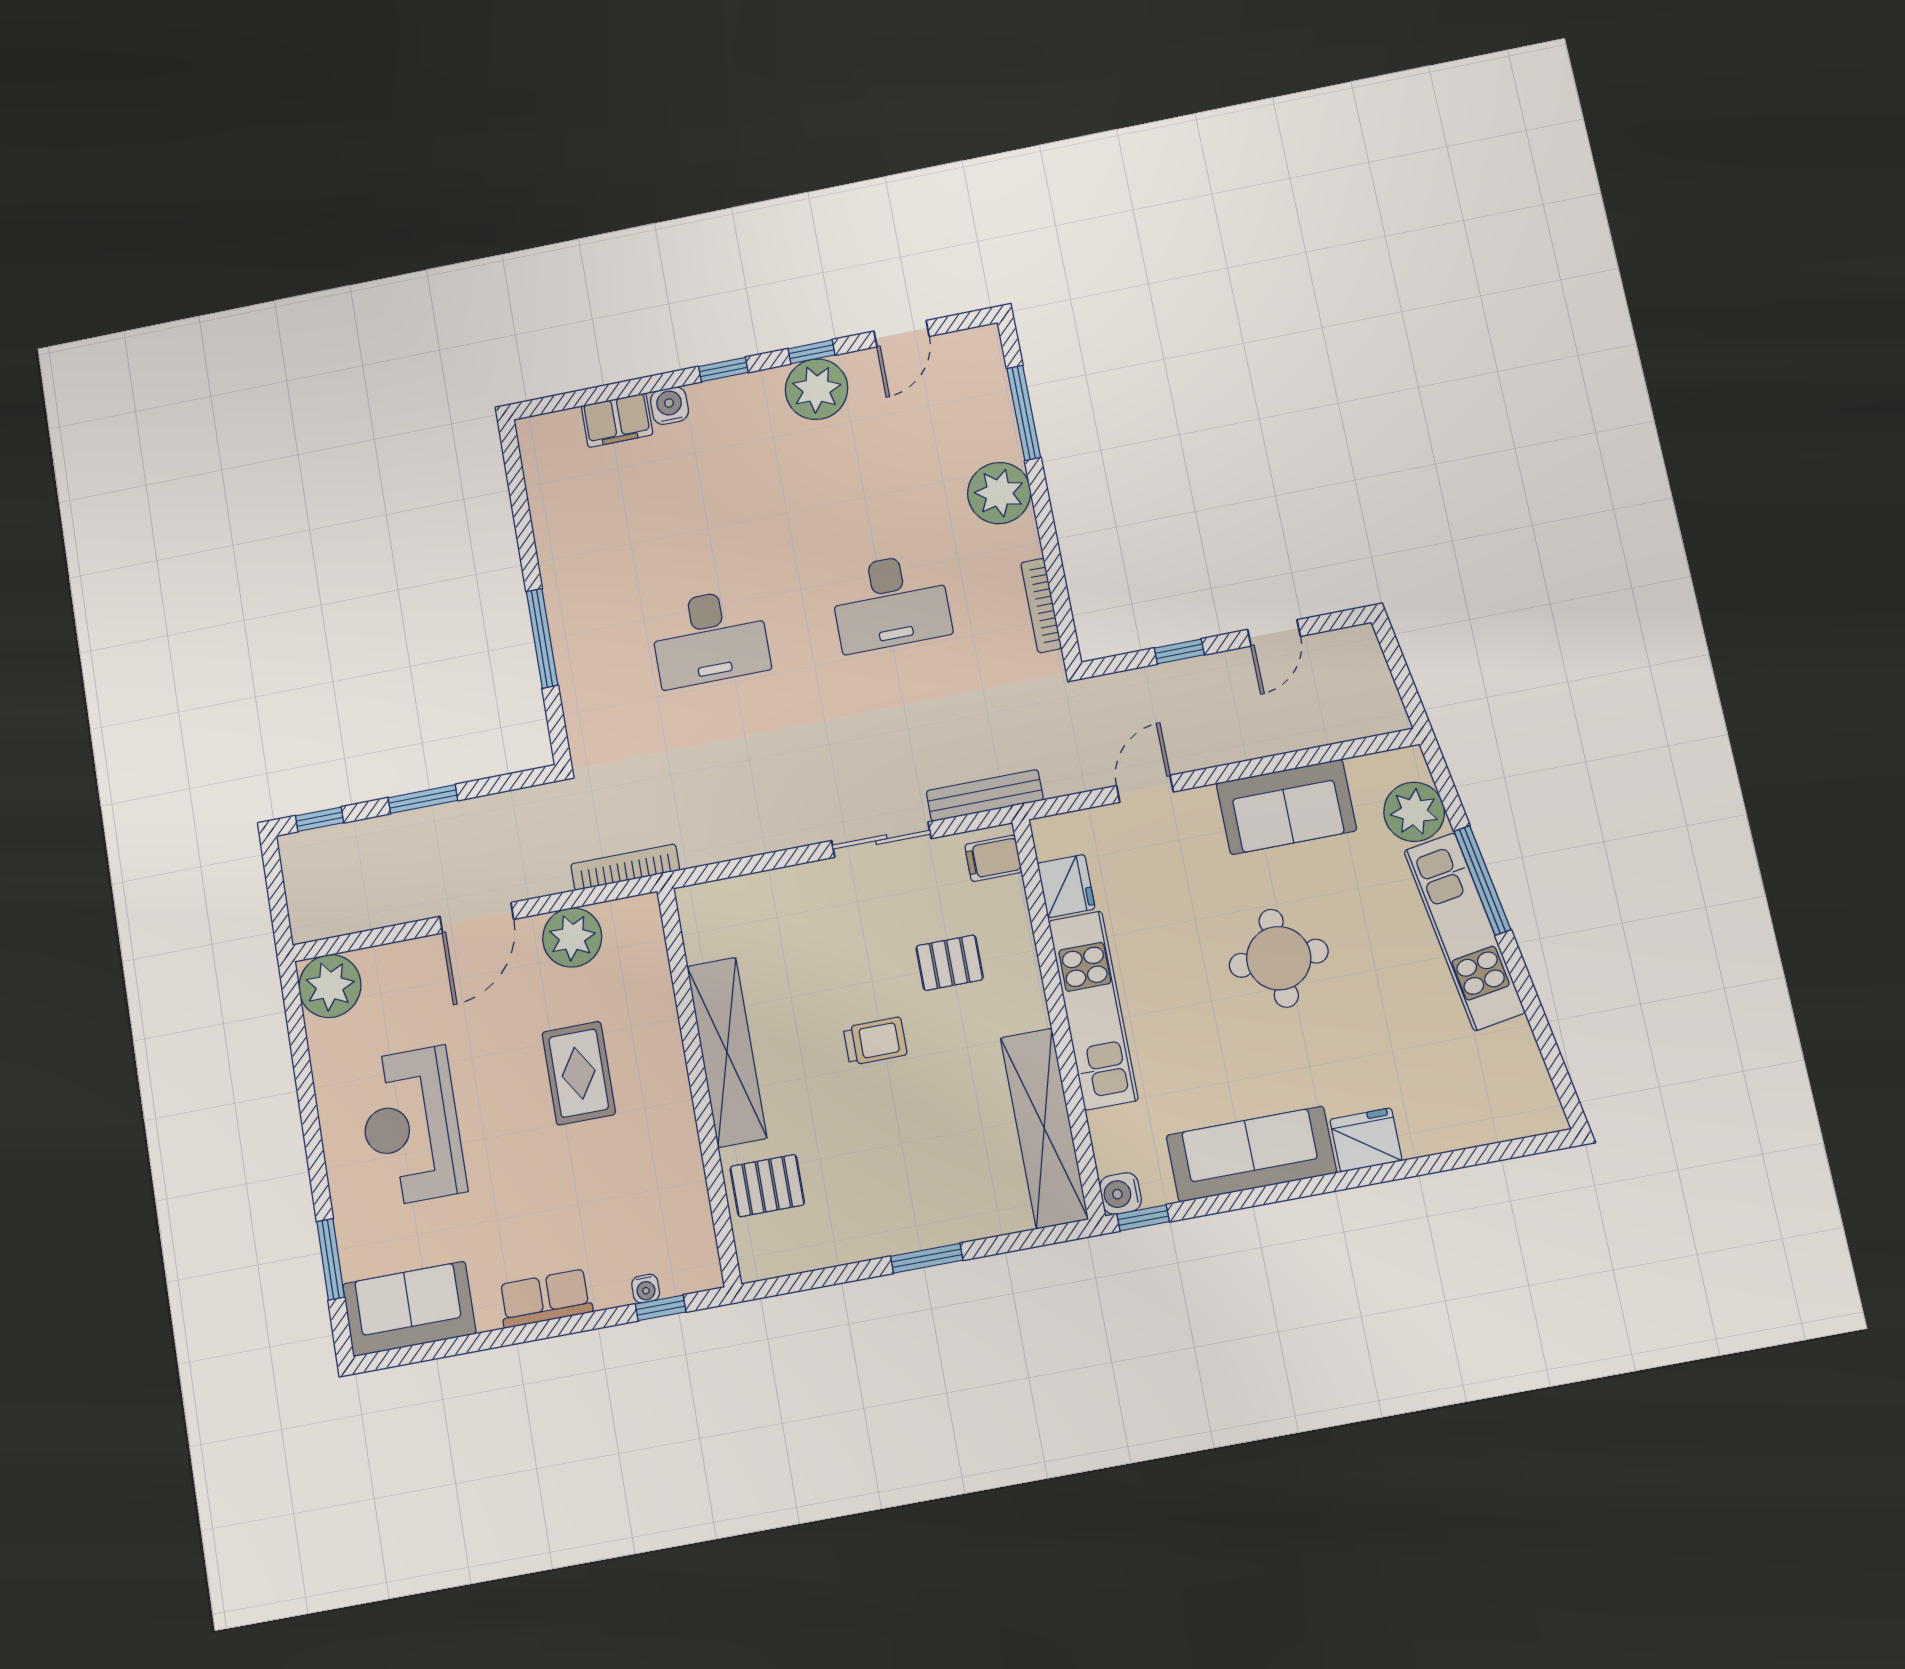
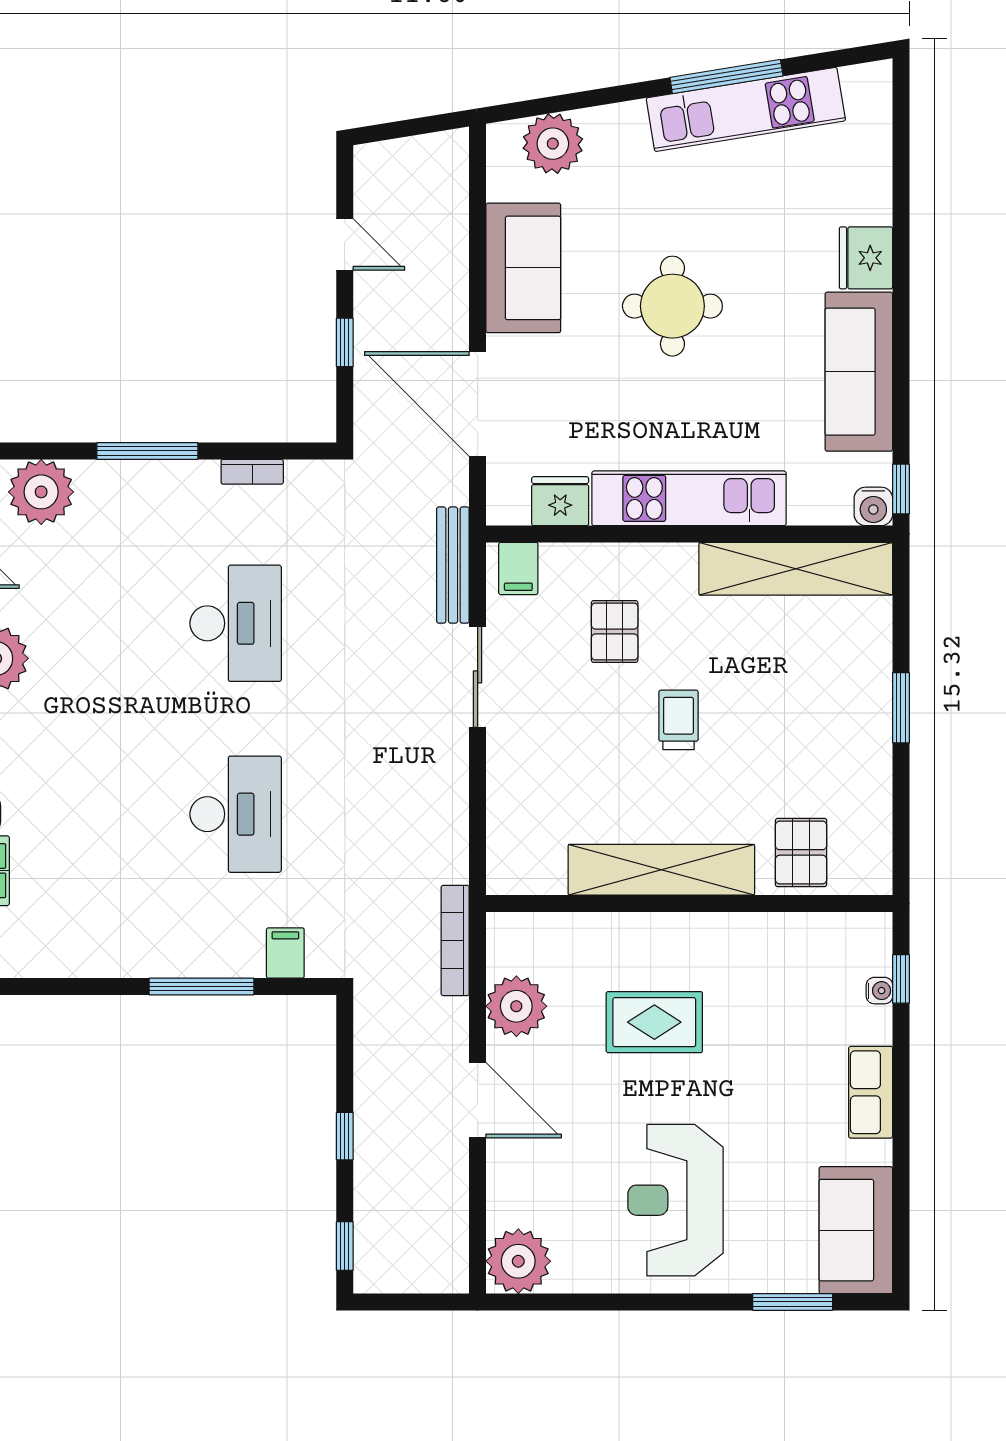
window: (1024, 413) -> (147, 451), moved
plant: (999, 493) -> (41, 492), moved
bookcase: (1041, 606) -> (252, 472), width x0.64
filing cabinet: (587, 710) -> (285, 953), added
door: (1145, 789) -> (478, 404), width x1.88
window: (423, 799) -> (345, 1136), width x0.67
window: (1482, 880) -> (726, 77), moved
kitchen unit: (1464, 931) -> (746, 109), moved
reception desk: (411, 1126) -> (675, 1200), turned 90

